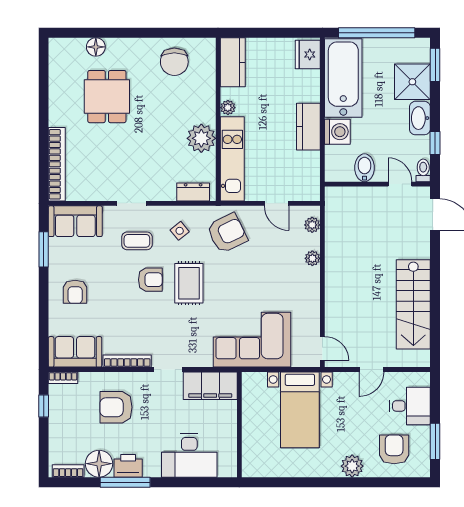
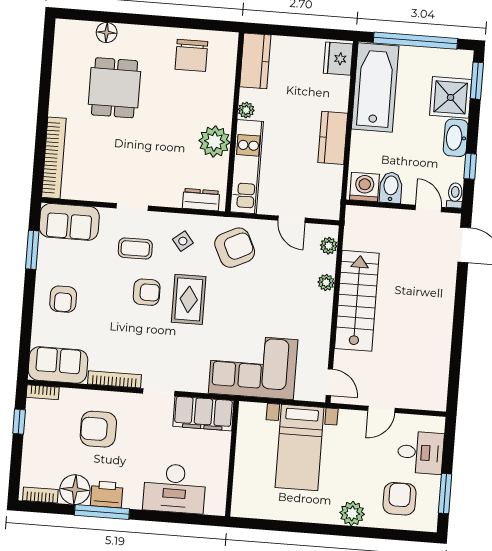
washing machine: (337, 132) -> (365, 187), moved, turned -90
stairs: (413, 304) -> (357, 301), moved, turned 180

